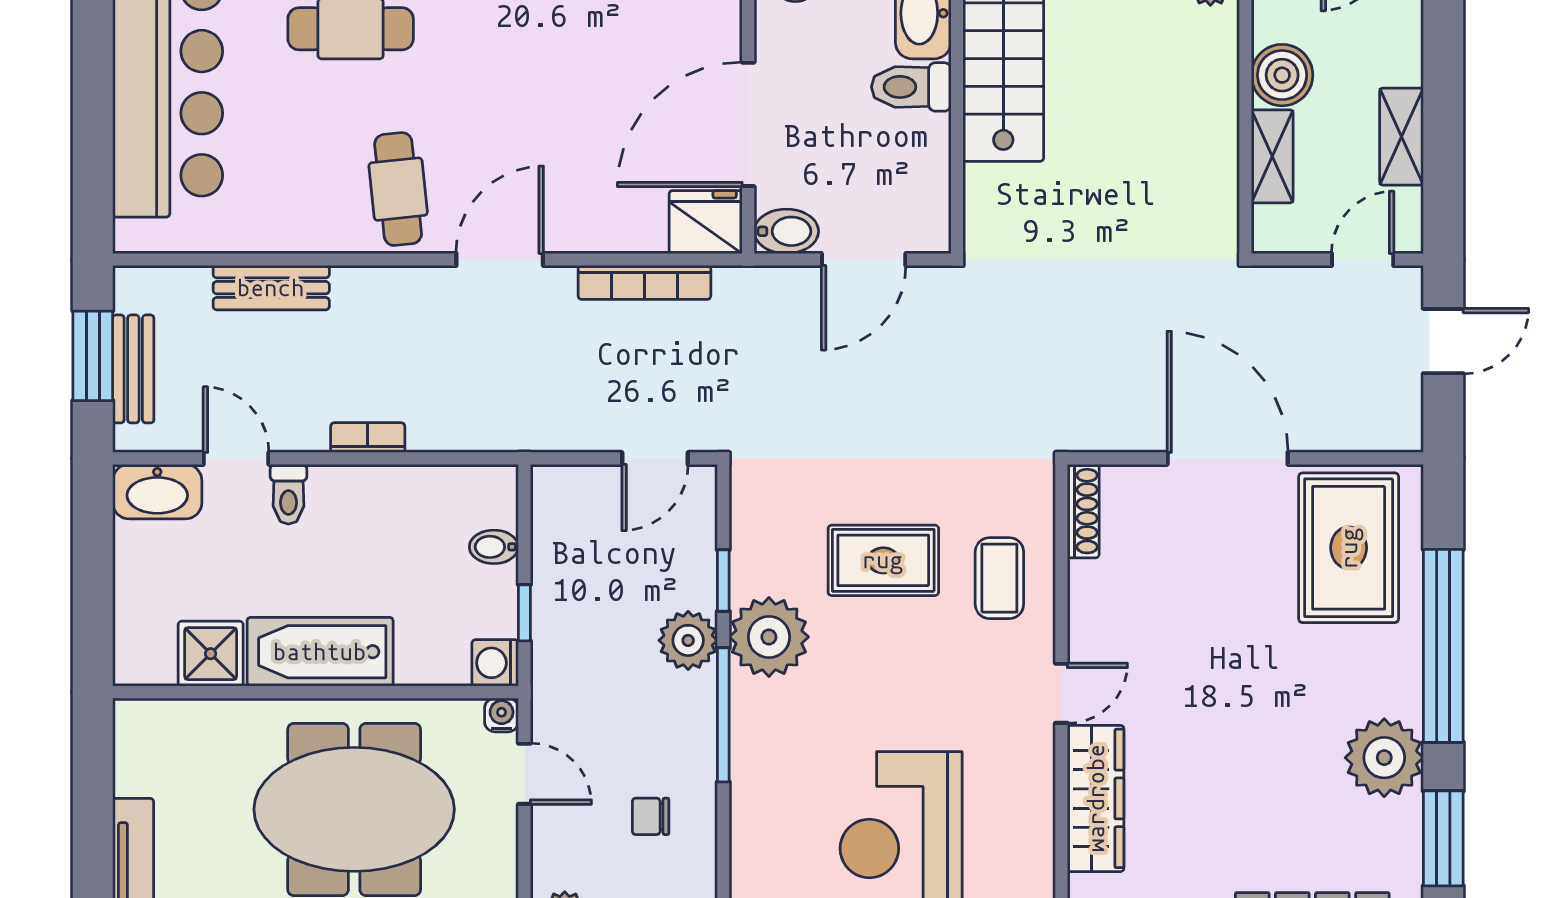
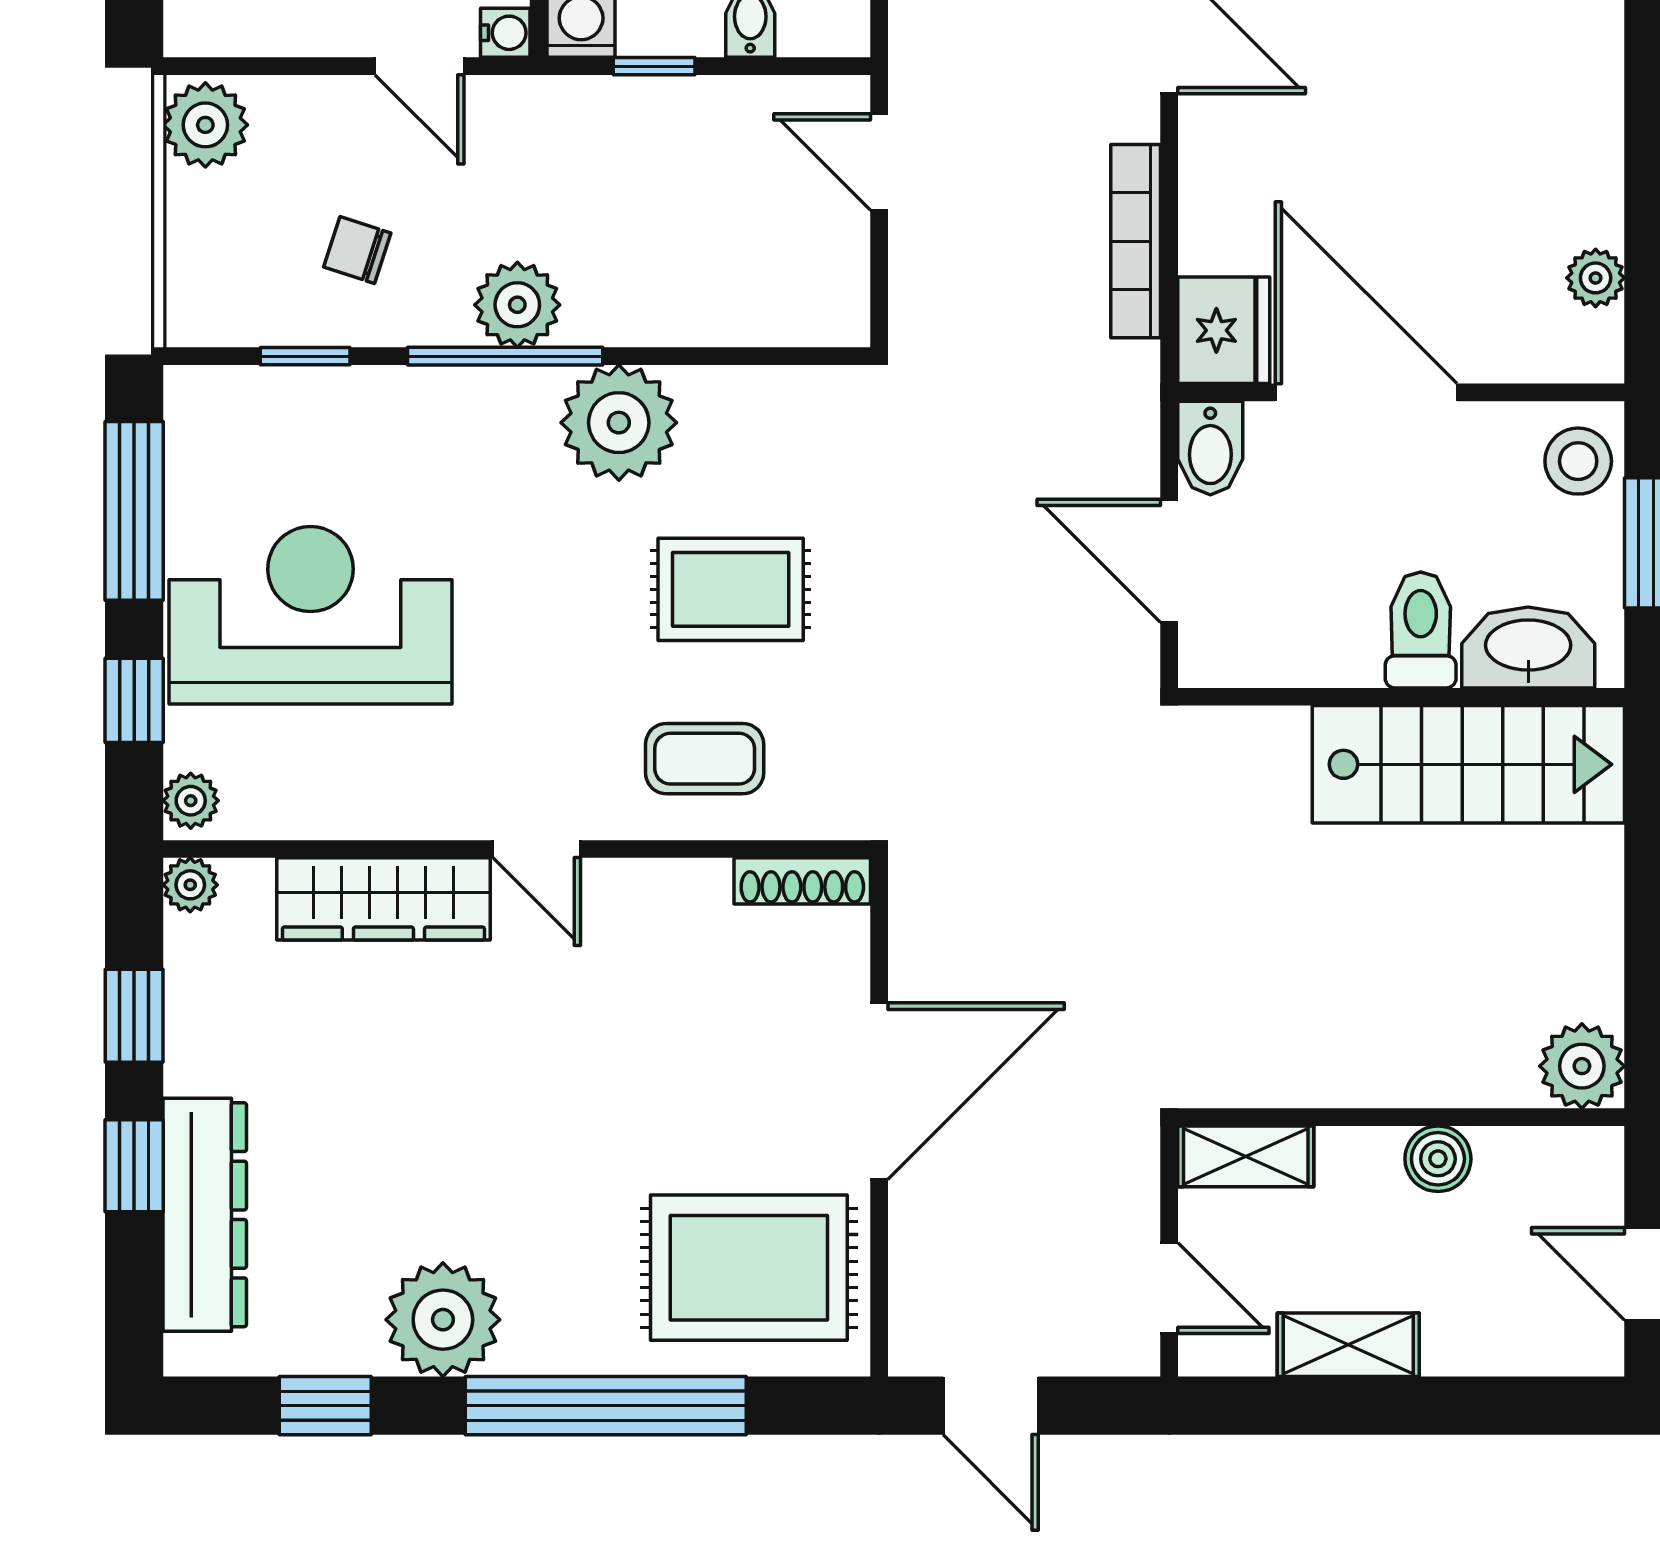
boiler: (1282, 75) -> (1438, 1159), width x0.73, depth x0.73
shelving: (1272, 156) -> (1246, 1156), moved
door: (1443, 341) -> (991, 1406), moved
door: (655, 458) -> (879, 162), moved
rug: (883, 560) -> (731, 589), turned 90
window: (723, 580) -> (305, 356), moved
plant: (688, 640) -> (517, 305), moved
door: (524, 774) -> (420, 66), hinge flipped
chair: (651, 816) -> (357, 250), turned -72
window: (1443, 838) -> (325, 1406), width x0.67

